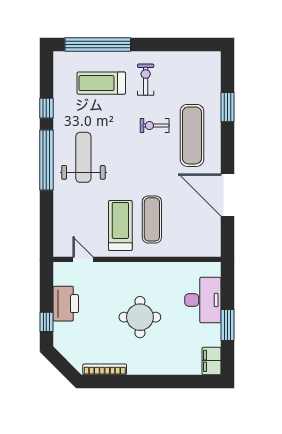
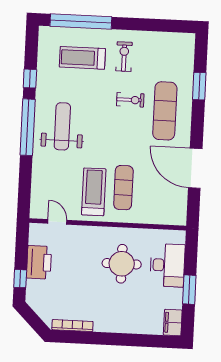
exercise bike: (155, 125) -> (130, 100), turned 180
round table: (140, 317) -> (122, 264), moved

